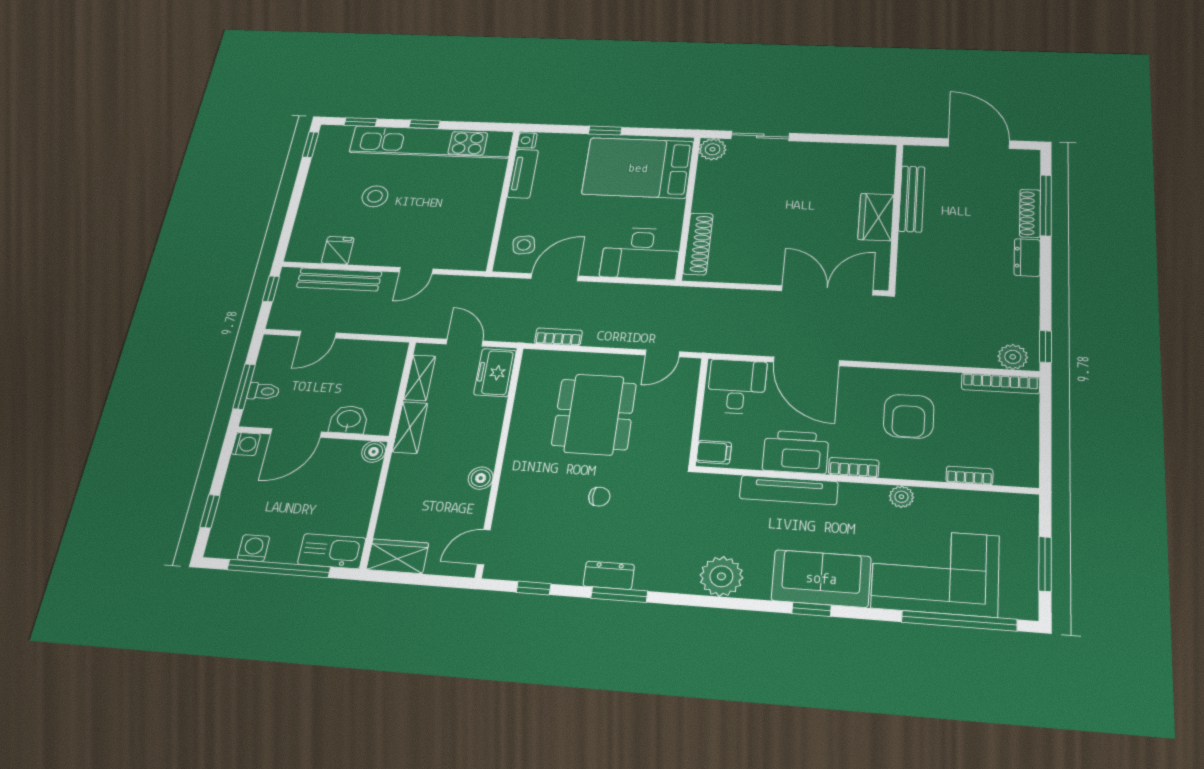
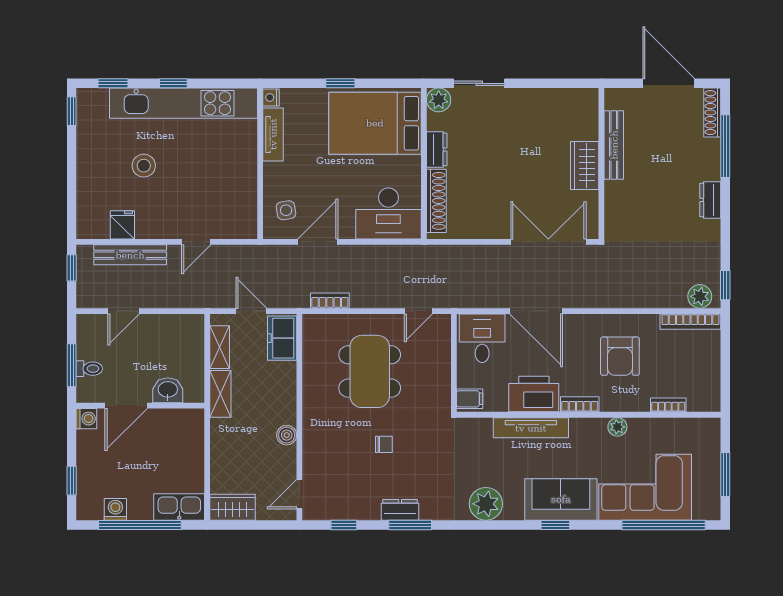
dresser: (705, 195) -> (437, 149), added
shoe rack: (1030, 213) -> (712, 113), moved
boiler: (374, 452) -> (195, 418), removed

